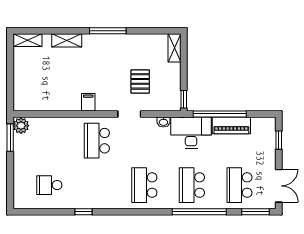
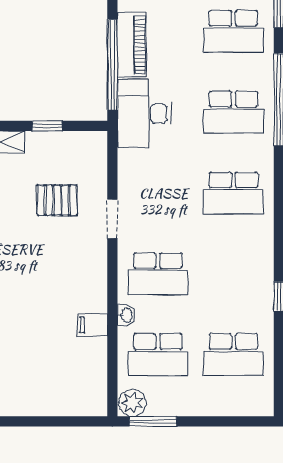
window: (184, 99) -> (47, 126), moved
filing cabinet: (88, 102) -> (92, 325), moved
washbasin: (163, 122) -> (126, 315), moved
school desk: (49, 141) -> (158, 355), added
school desk: (49, 185) -> (233, 355), width x1.85

